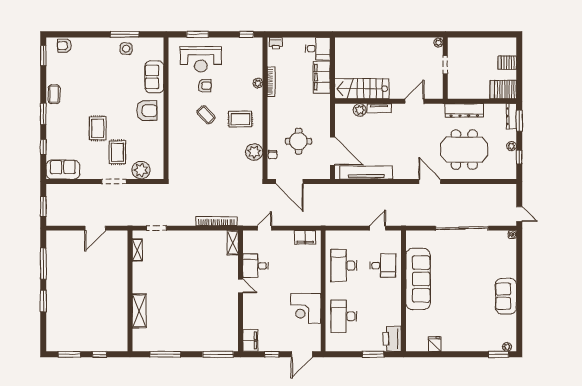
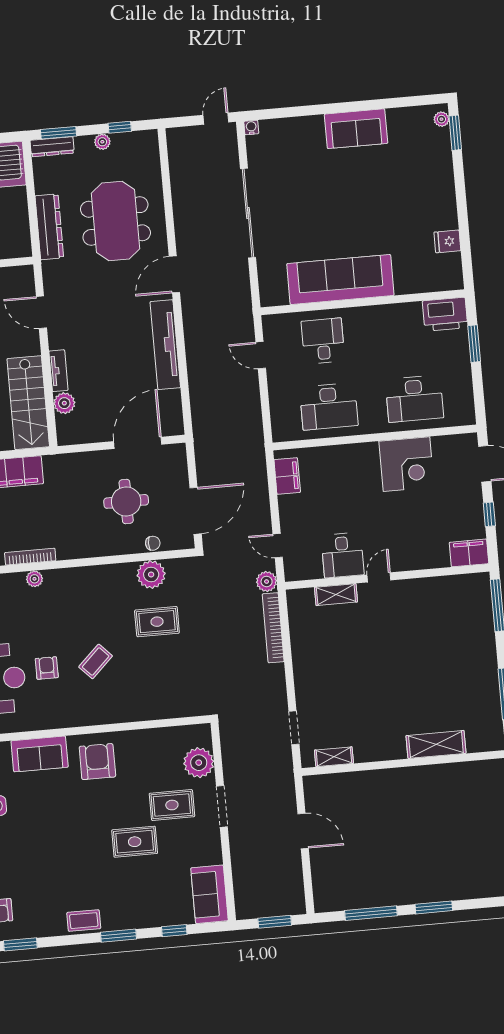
rug: (240, 119) -> (157, 622), moved, turned 90
tv unit: (366, 173) -> (165, 345), moved
plant: (244, 220) -> (267, 582), added
shelving: (233, 243) -> (336, 595), moved

